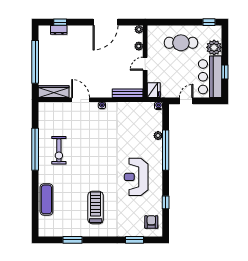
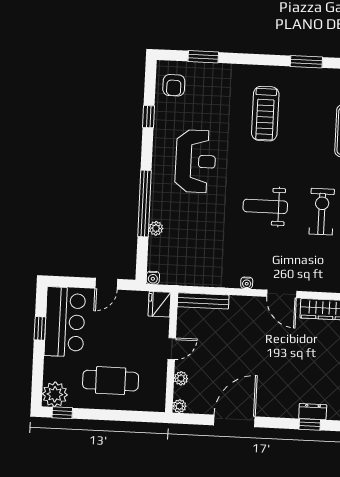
plant: (214, 47) -> (55, 394), moved
weight bench: (93, 152) -> (265, 206), added

